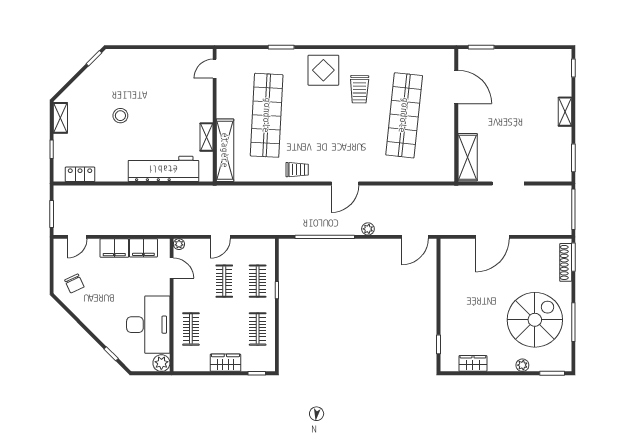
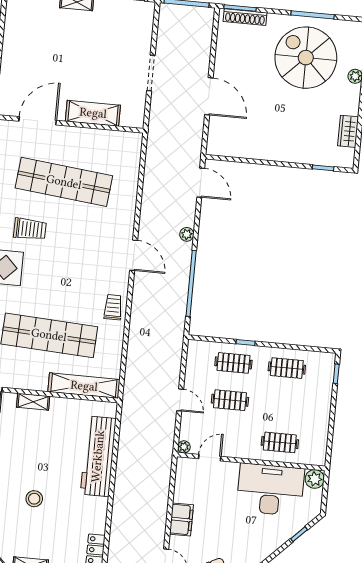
shelving: (206, 137) -> (33, 402), moved
shelving: (468, 157) -> (93, 113), moved
filing cabinet: (143, 248) -> (184, 487), removed
wardrobe: (225, 363) -> (321, 408), removed

